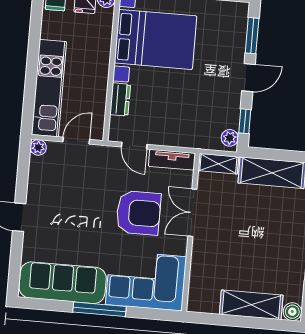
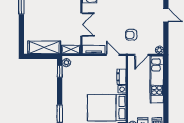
door: (248, 78) -> (60, 93), removed
armchair: (138, 213) -> (131, 35), moved, width x0.53, depth x0.53

